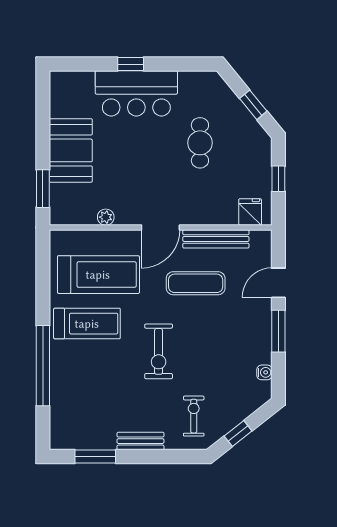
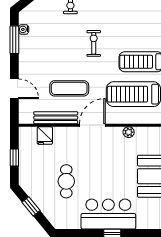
fridge: (250, 212) -> (45, 136), moved
door: (278, 283) -> (14, 89), hinge flipped
window: (278, 331) -> (14, 40), moved
exercise bike: (159, 351) -> (94, 43), width x0.73, depth x0.72

